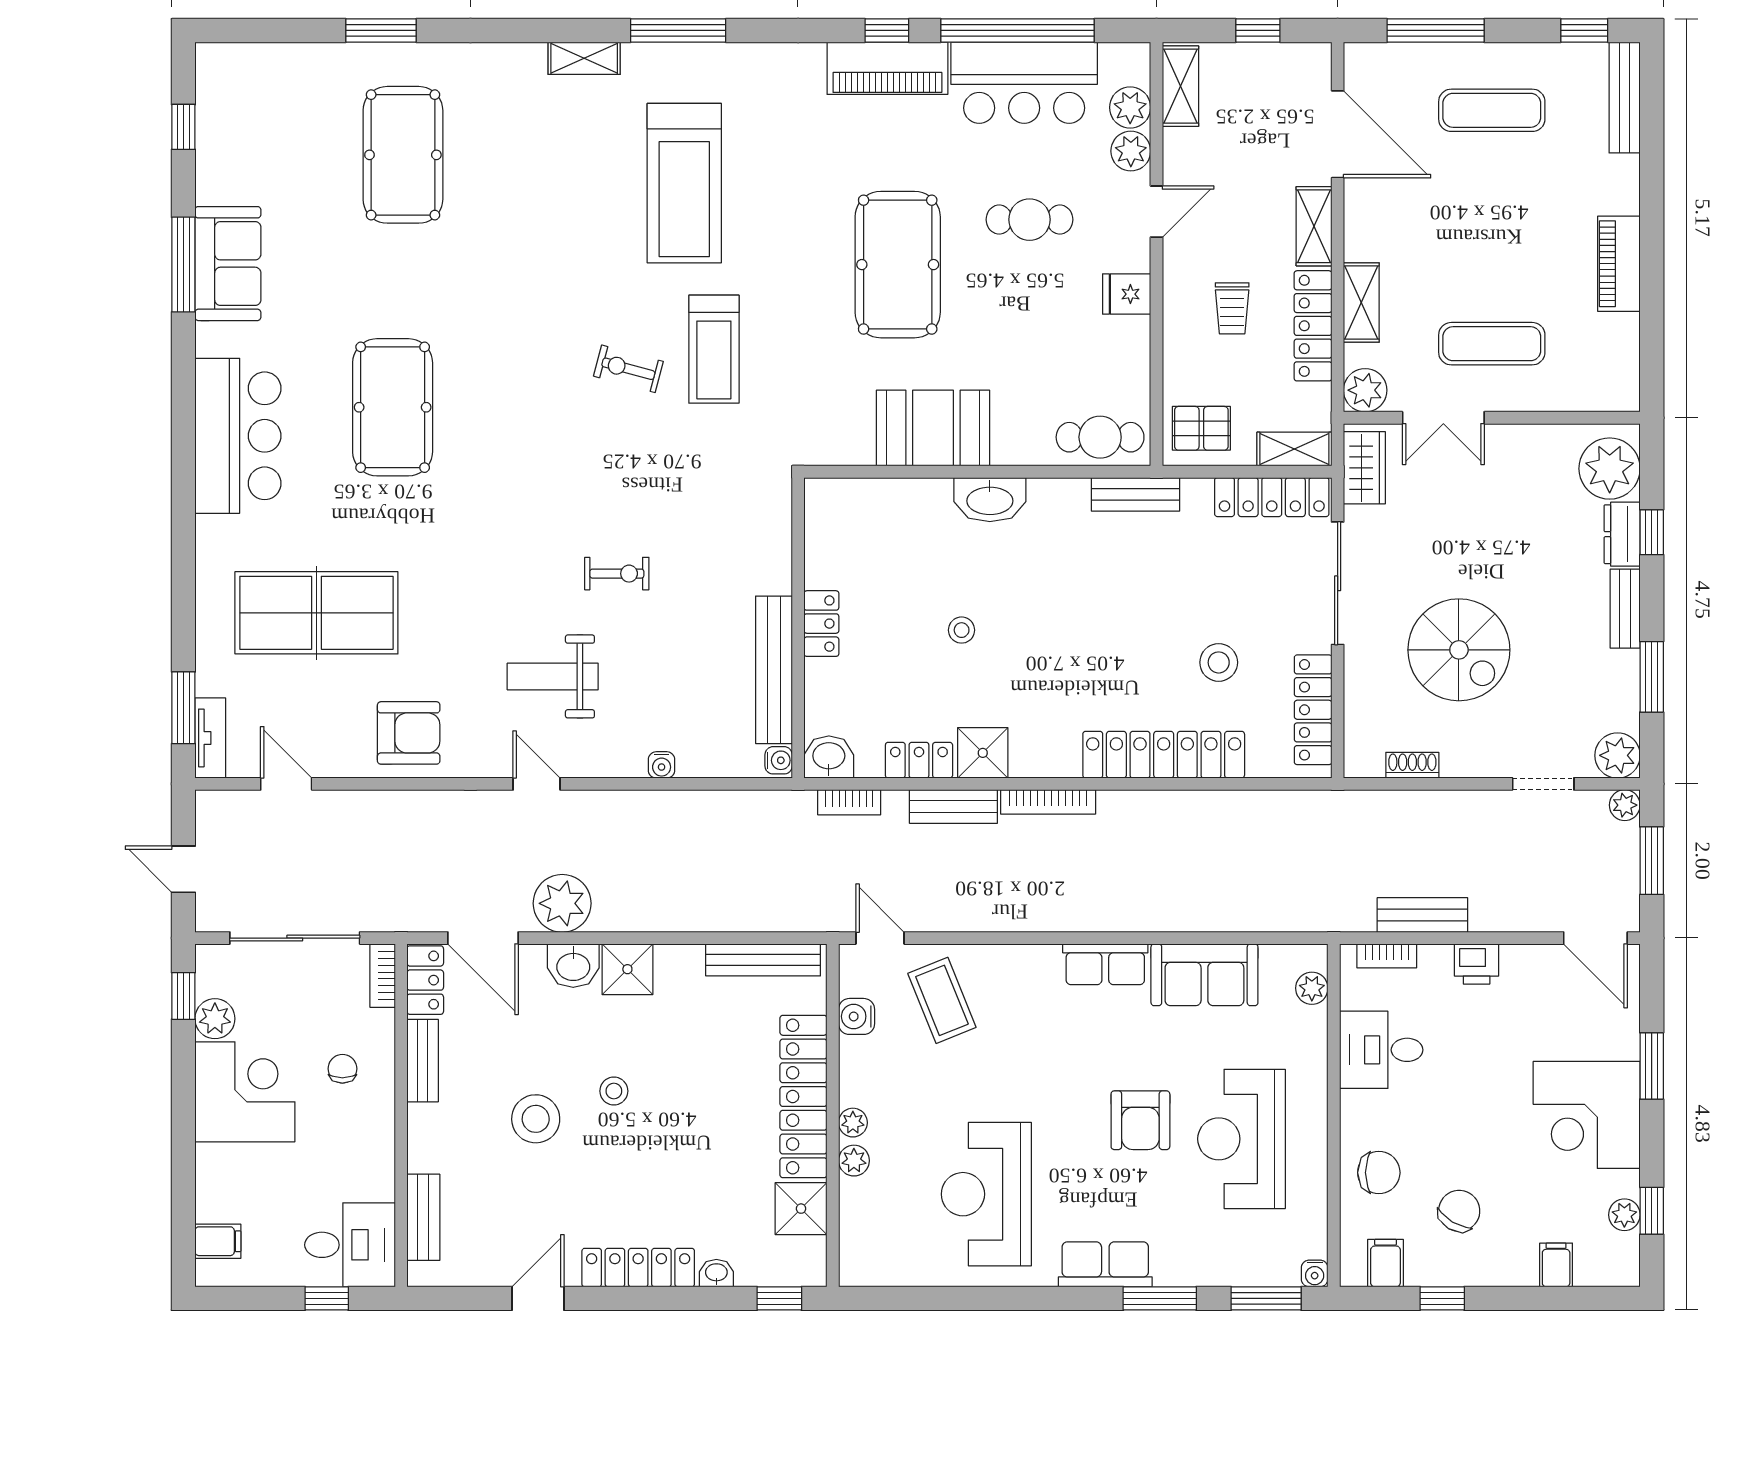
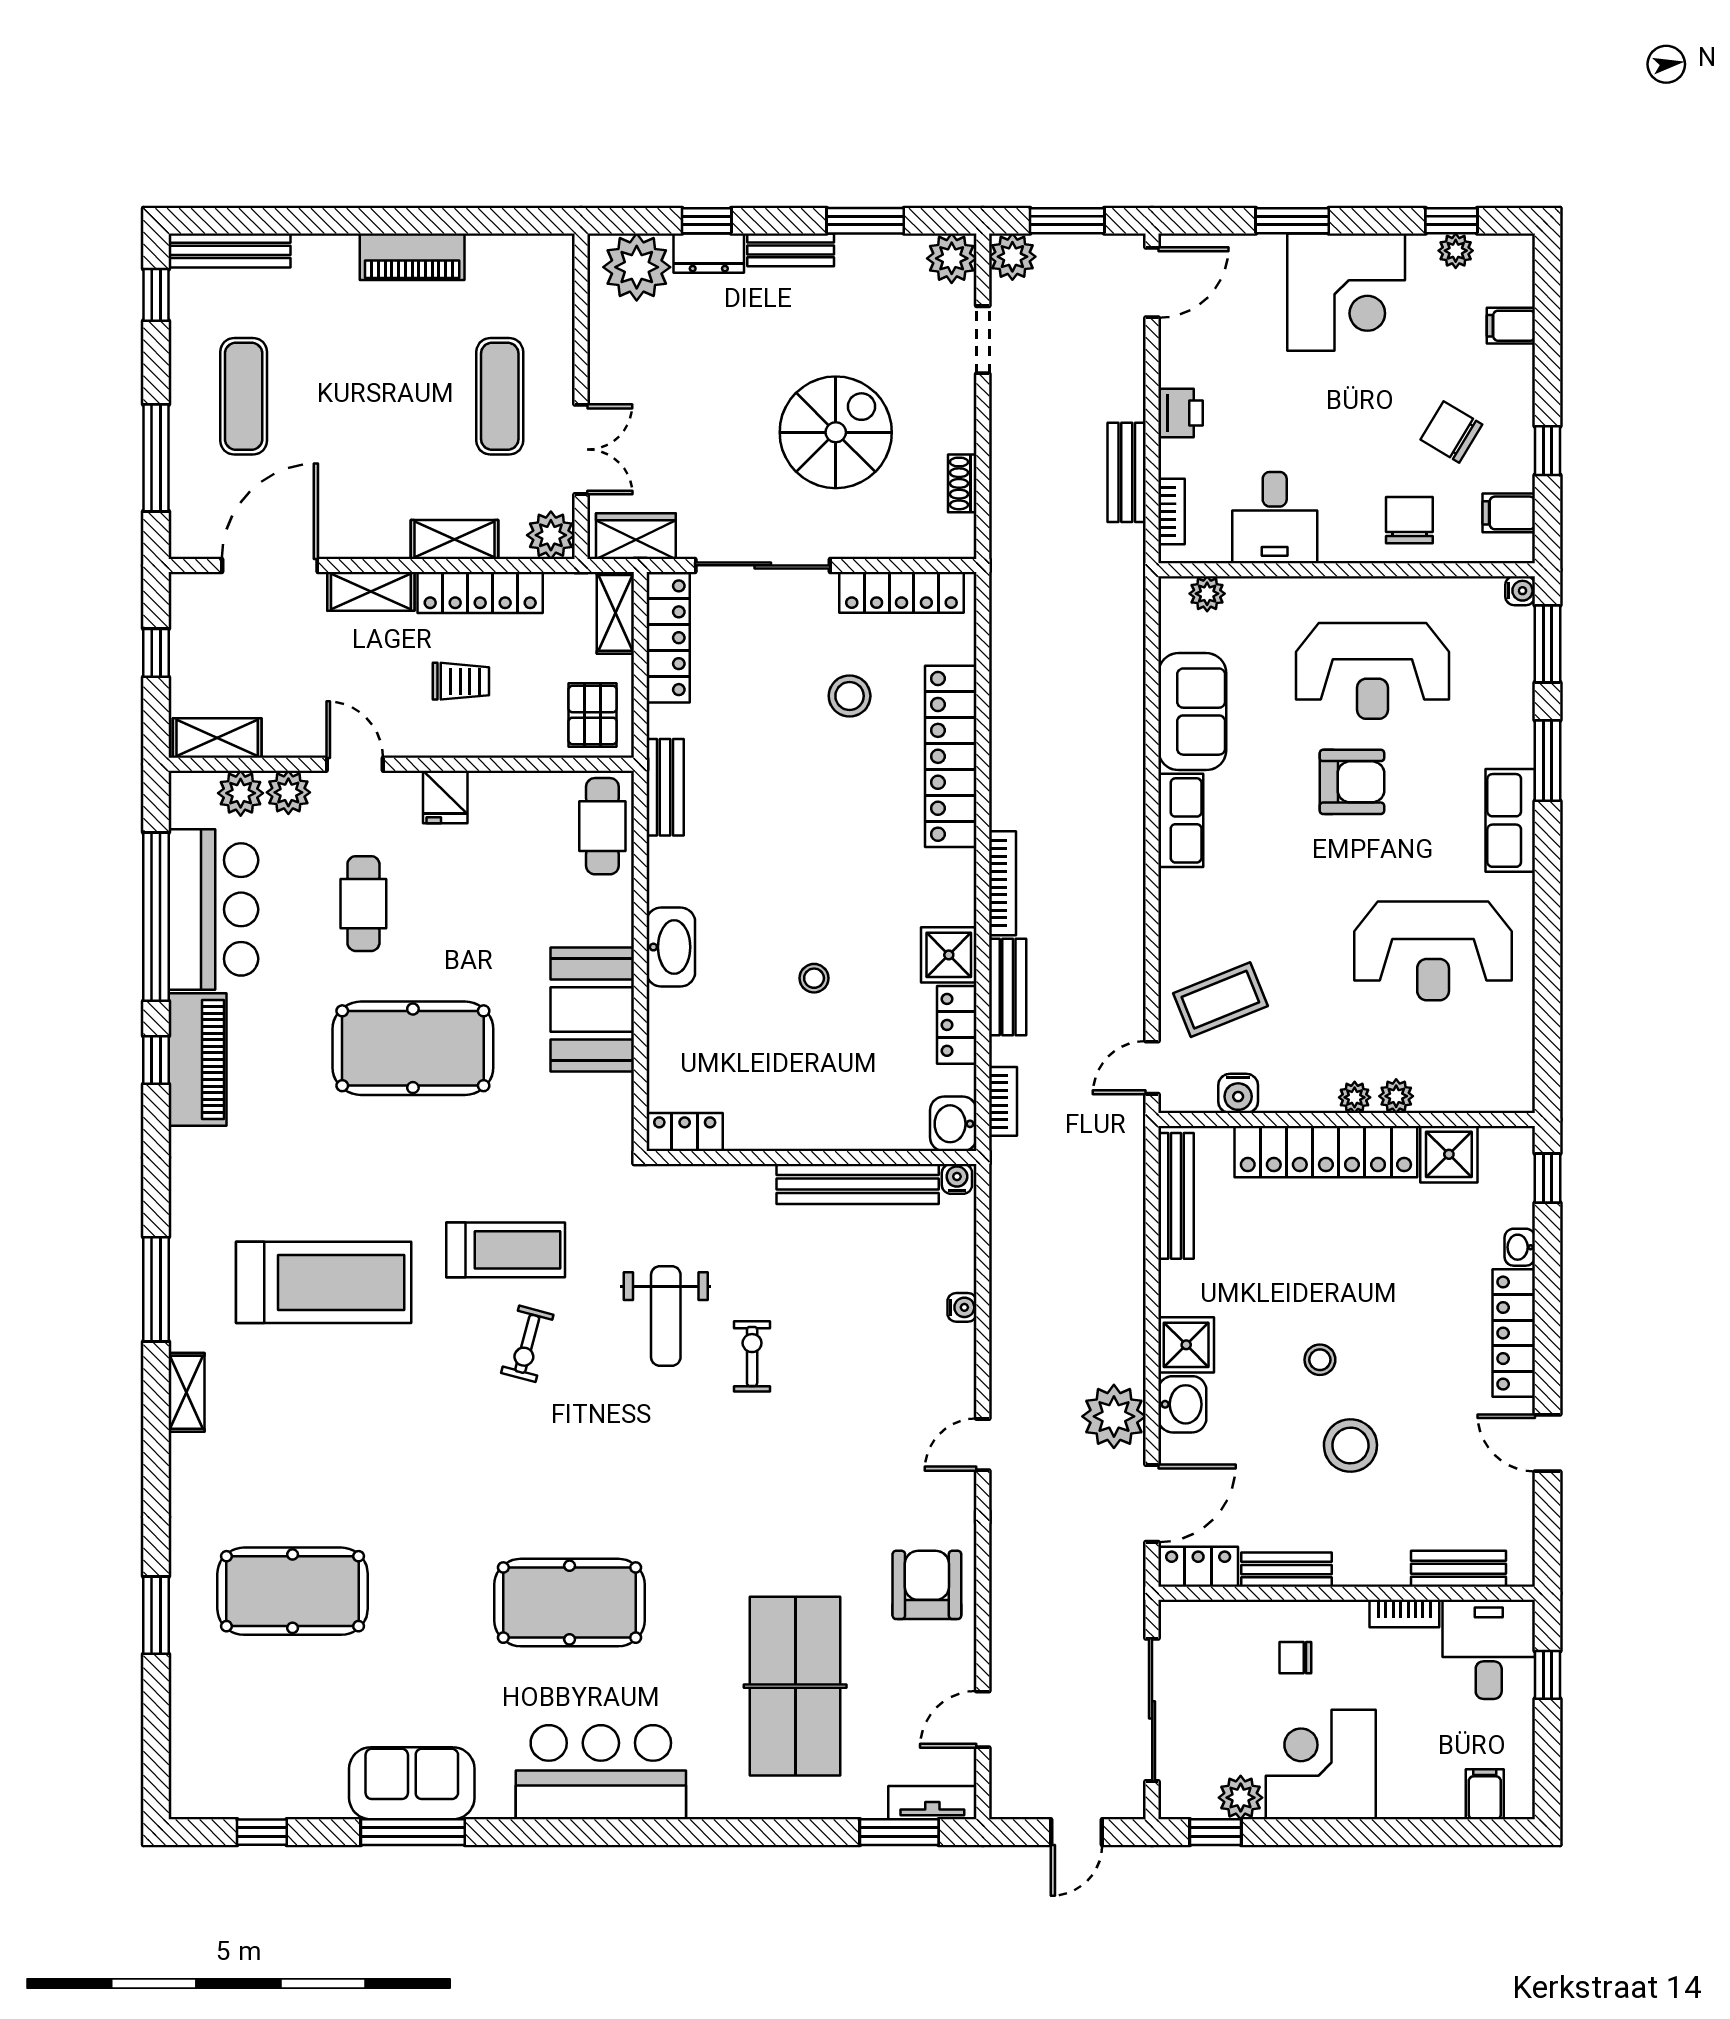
locker: (821, 624) -> (685, 1132), moved
weight bench: (553, 676) -> (666, 1316), moved
plant: (1625, 805) -> (1012, 257), width x1.38, depth x1.38
bookcase: (383, 976) -> (1404, 1613), moved

